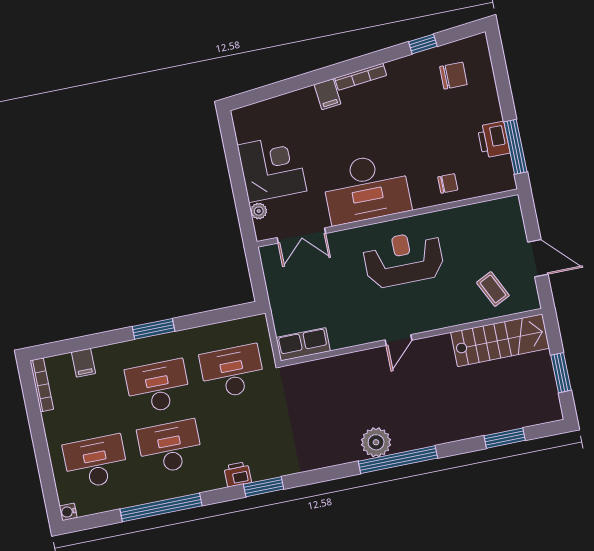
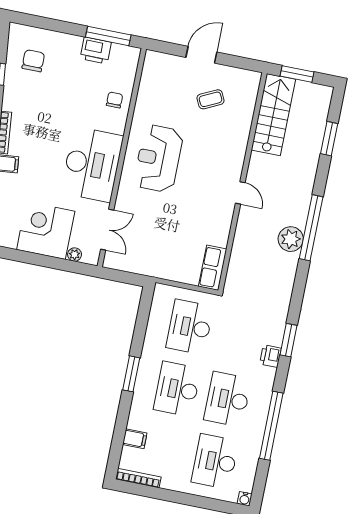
wall: (412, 337) -> (242, 182), moved
door: (398, 340) -> (240, 193), moved
stairs: (500, 340) -> (273, 115), moved
row of seats: (303, 344) -> (213, 268), moved

